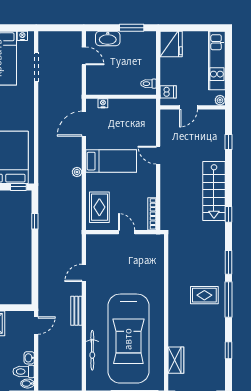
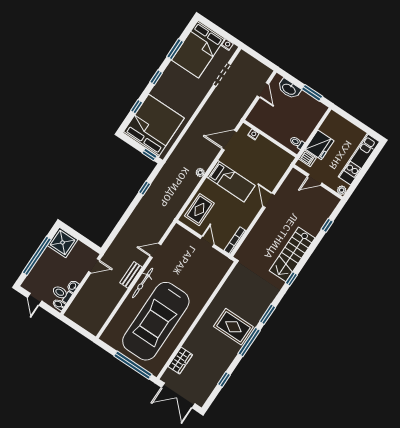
fridge: (171, 44) -> (320, 145), moved
rug: (204, 295) -> (233, 327), width x1.36, depth x1.43
bicycle: (92, 350) -> (143, 283), moved

